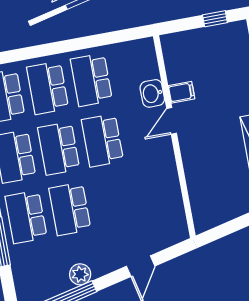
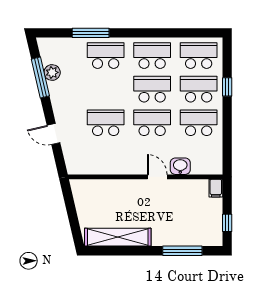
window: (38, 51) -> (227, 87), added
filing cabinet: (182, 92) -> (216, 188), moved
school desk: (70, 209) -> (106, 123), moved
plant: (80, 274) -> (52, 72), moved

